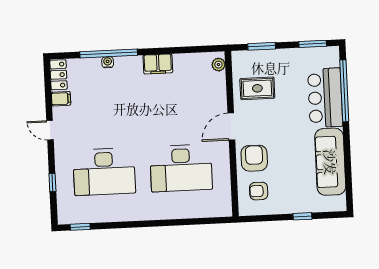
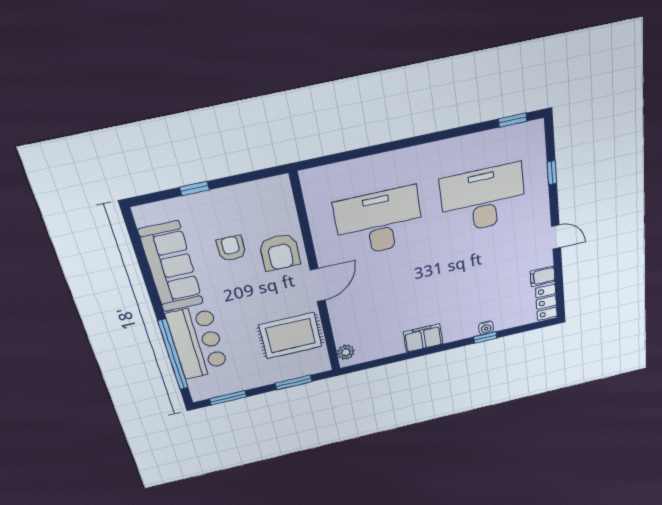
window: (109, 53) -> (485, 337), width x0.32
rug: (257, 88) -> (291, 336), width x1.36, depth x1.43
armchair: (259, 191) -> (231, 248), moved, turned -90

